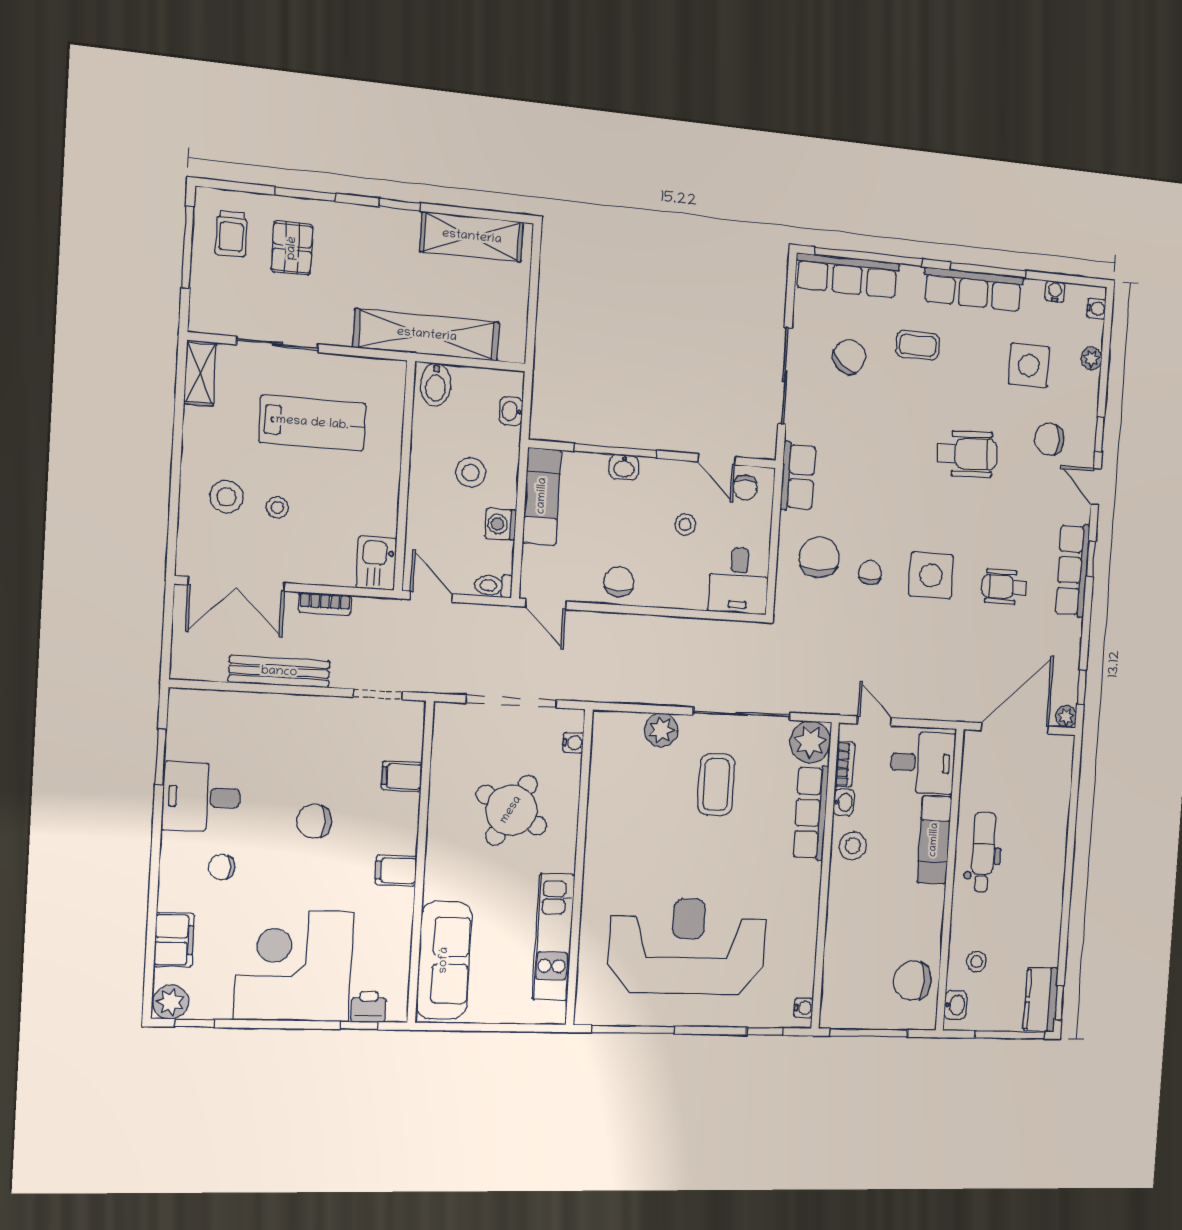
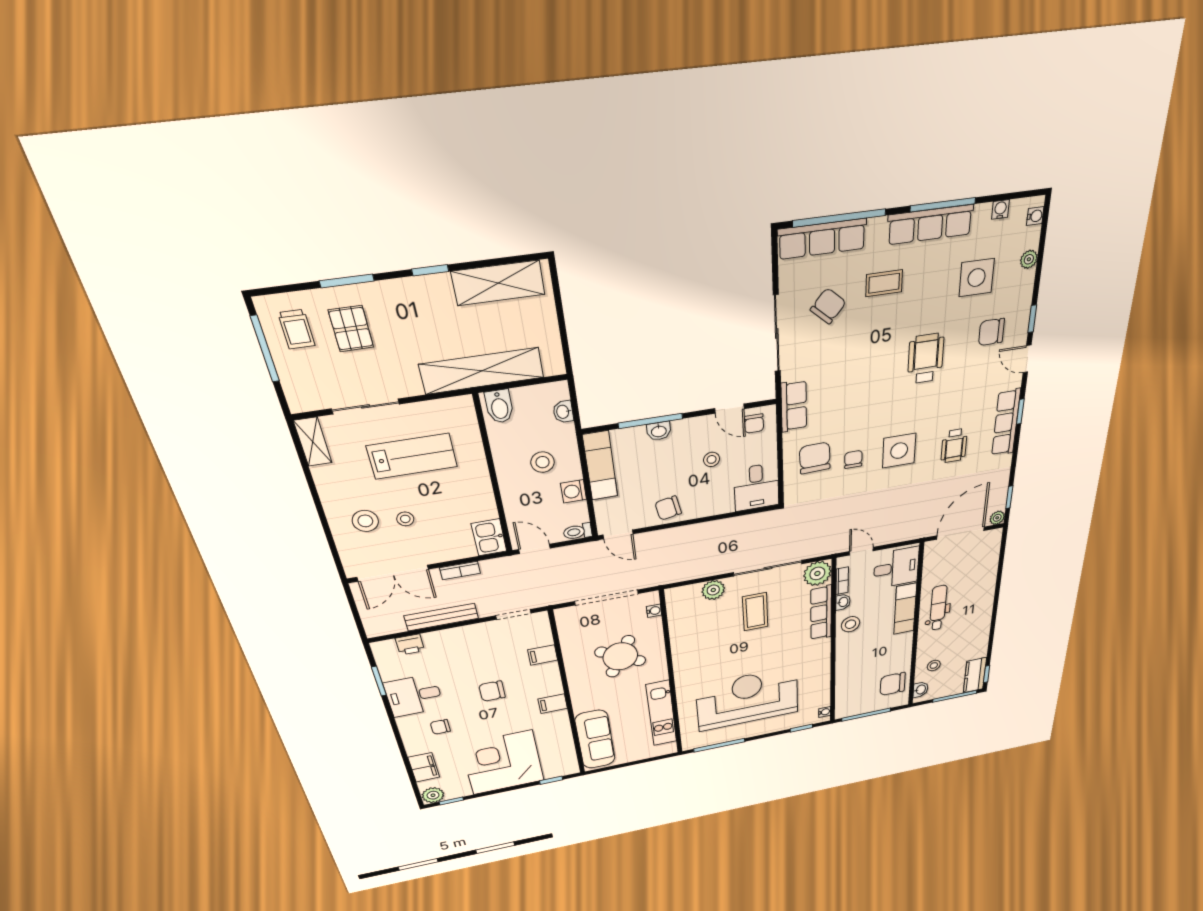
wheelchair: (967, 454) -> (926, 358), turned -87
chair: (619, 582) -> (668, 508), turned -101
wheelchair: (1004, 587) -> (954, 446), turned -90
printer: (368, 1007) -> (410, 644), moved, turned 180

